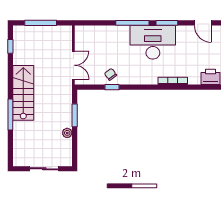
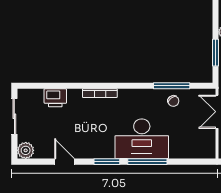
desk: (153, 42) -> (142, 139), moved
window: (112, 87) -> (172, 86), width x2.17

